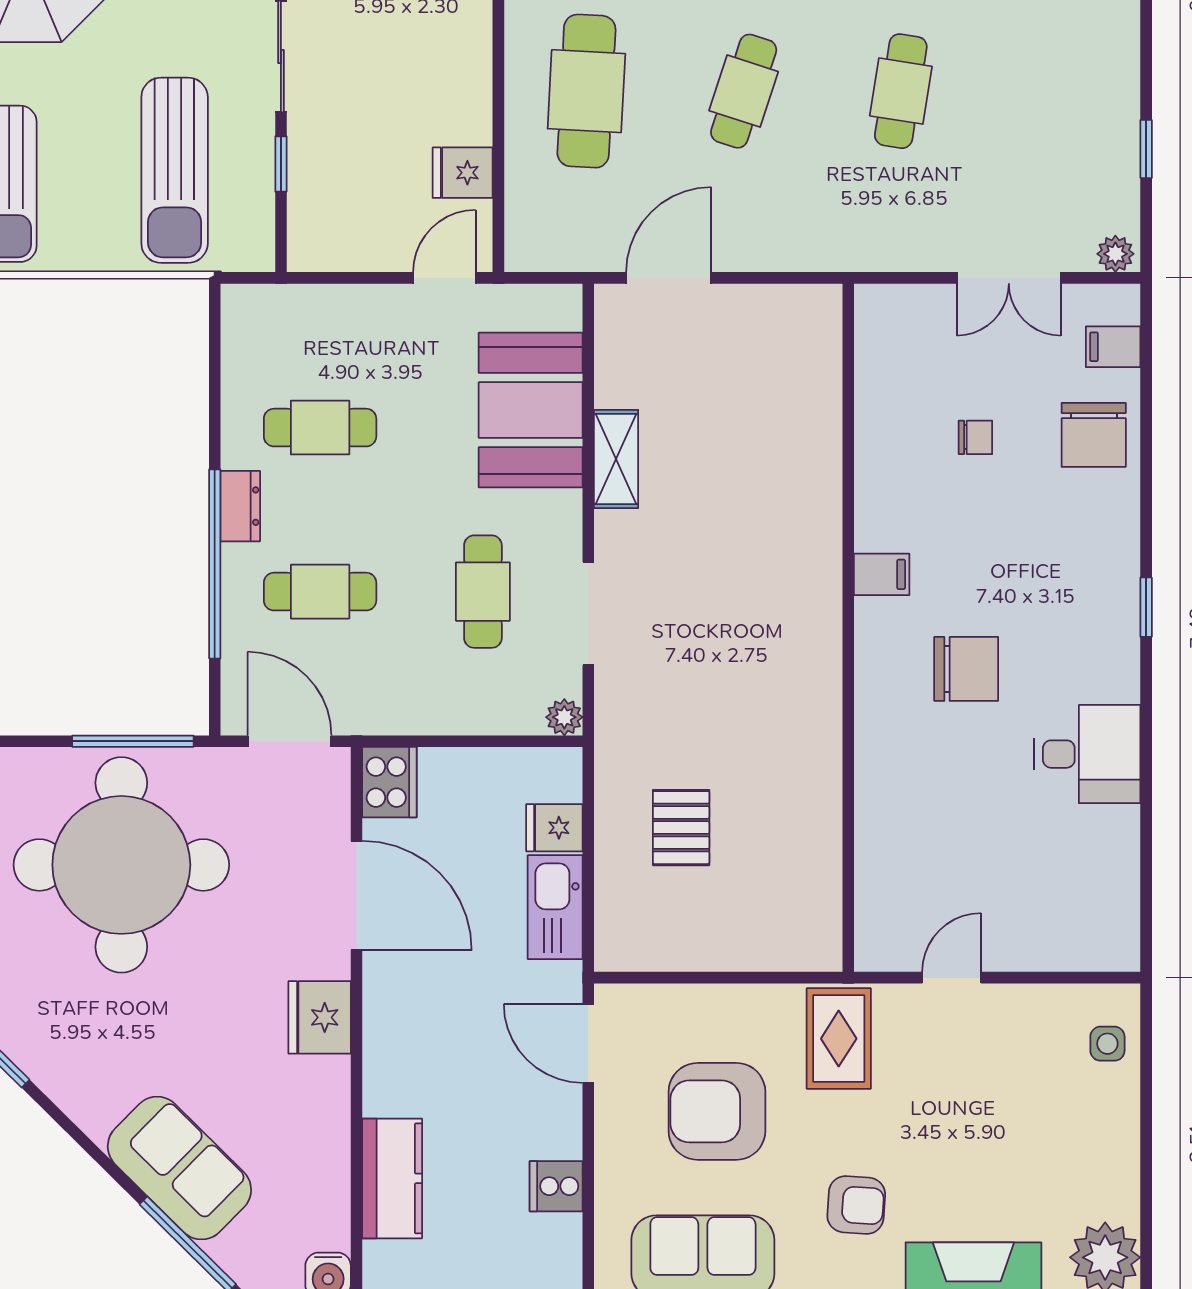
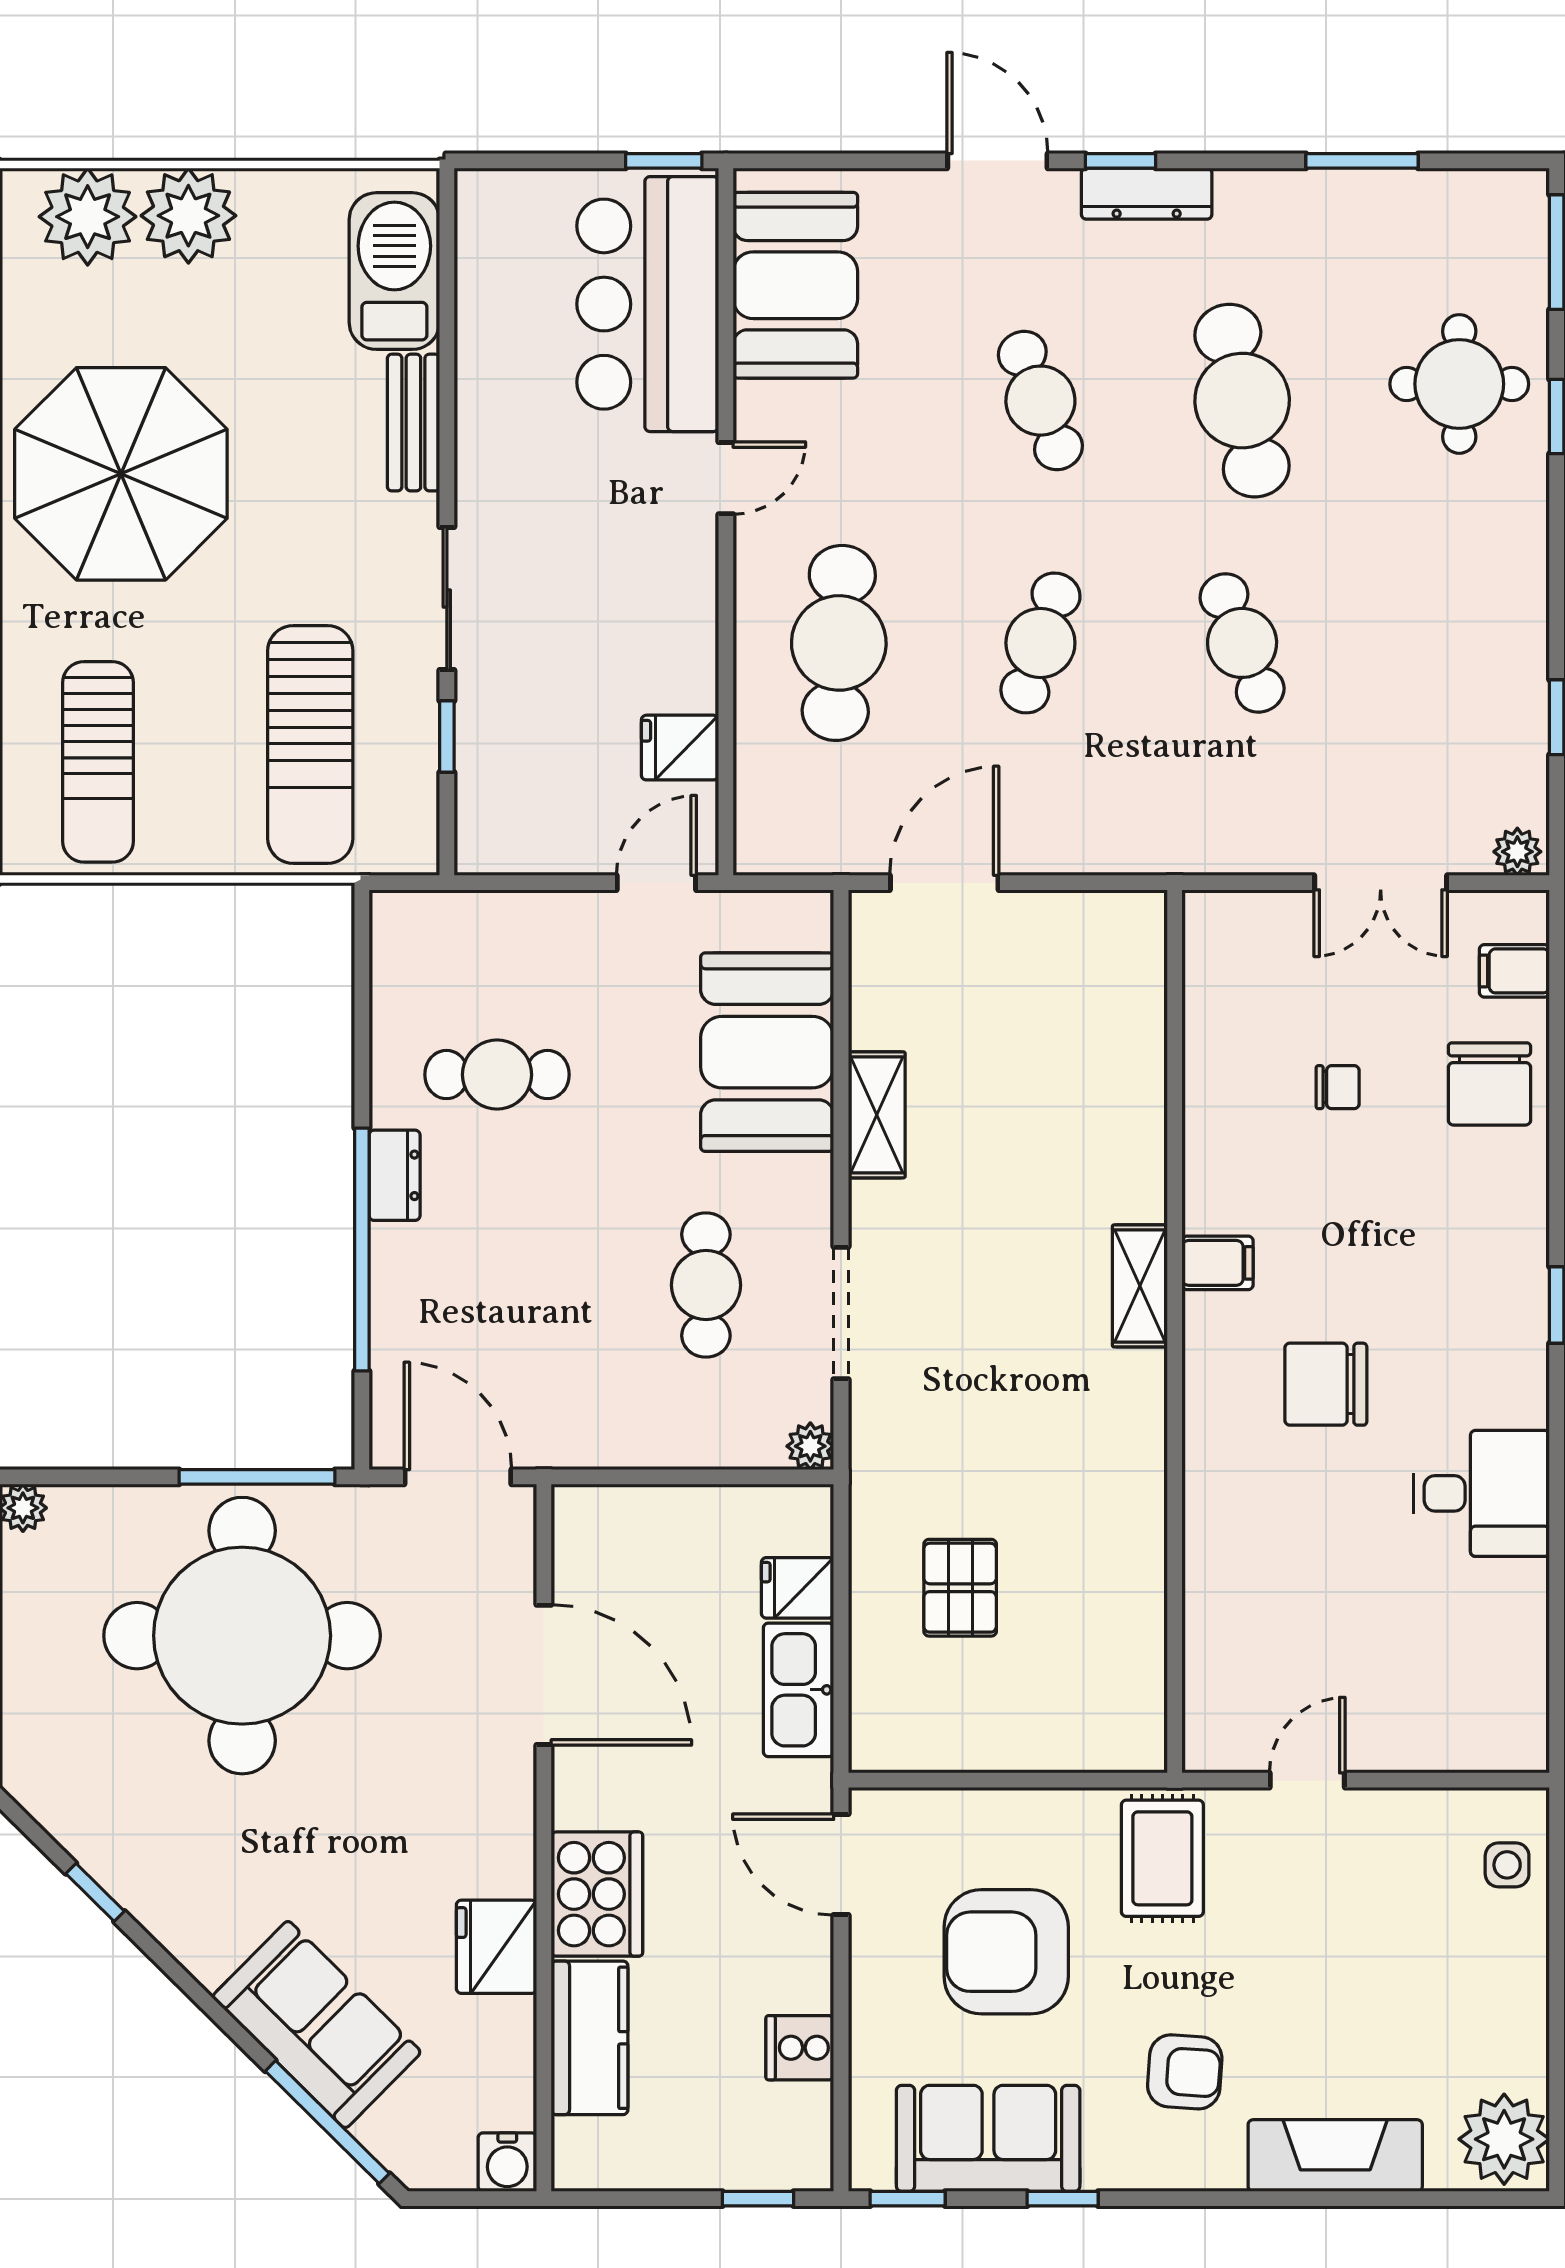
cafe table: (901, 91) -> (1242, 643), turned -30
cafe table: (320, 592) -> (497, 1285), removed
shelving: (821, 592) -> (1140, 1286), added
chair: (966, 669) -> (1326, 1384), turned 180
cooker: (389, 782) -> (597, 1894), moved, width x1.37, depth x1.31
fridge: (320, 1017) -> (496, 1947), moved

